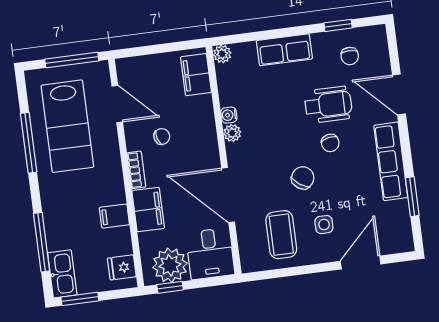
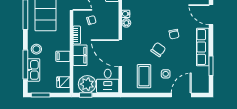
wheelchair: (328, 105) -> (176, 15), removed
stool: (60, 209) -> (36, 49), added
kitchen sink: (62, 274) -> (34, 70), moved

